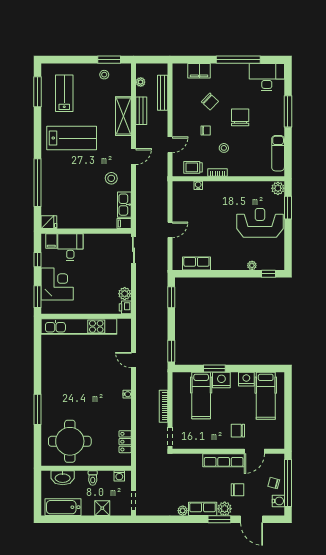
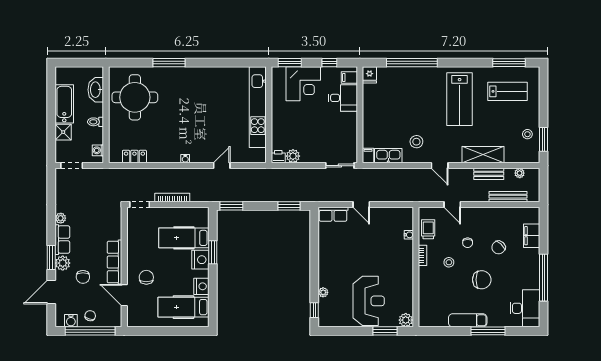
exam couch: (278, 153) -> (468, 320), moved
row of seats: (196, 263) -> (333, 214), moved, turned 90
bathtub: (63, 507) -> (64, 104), moved

